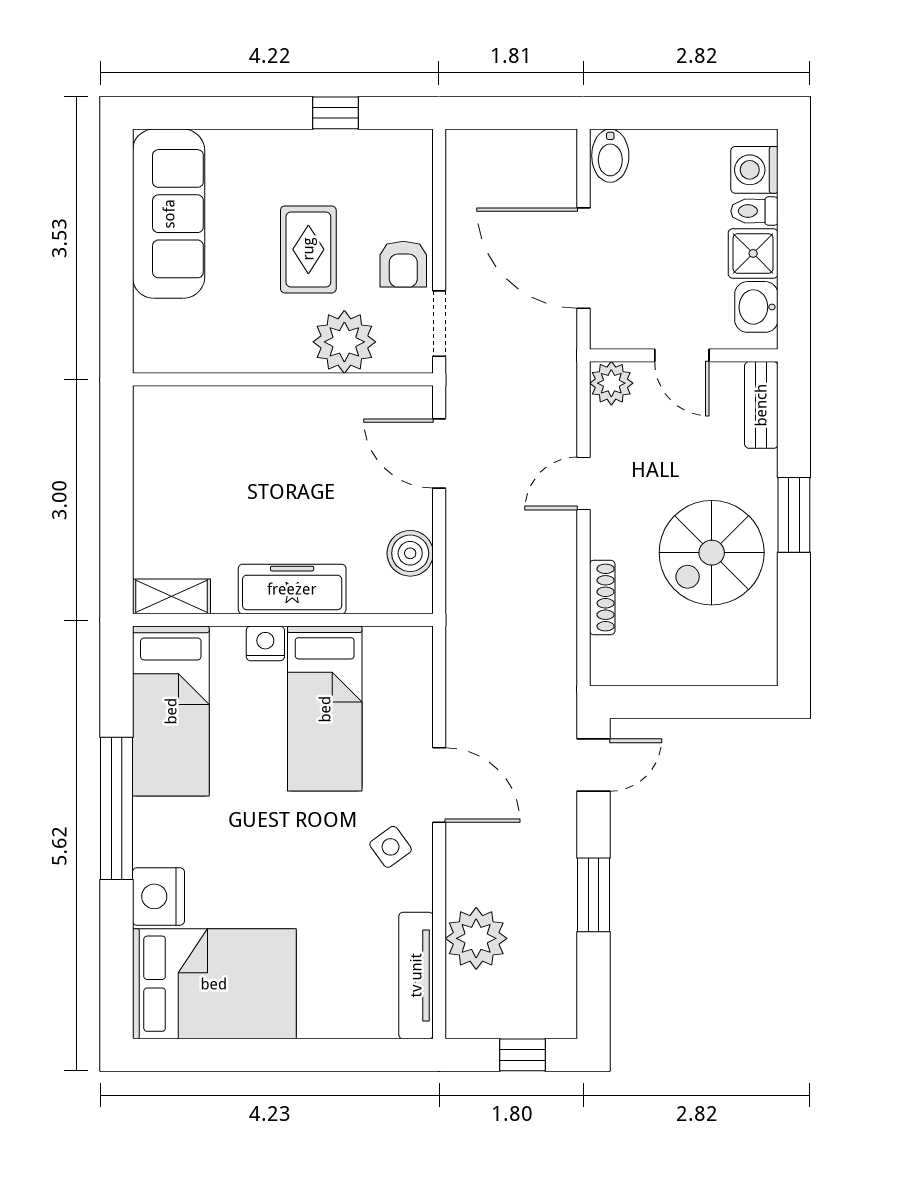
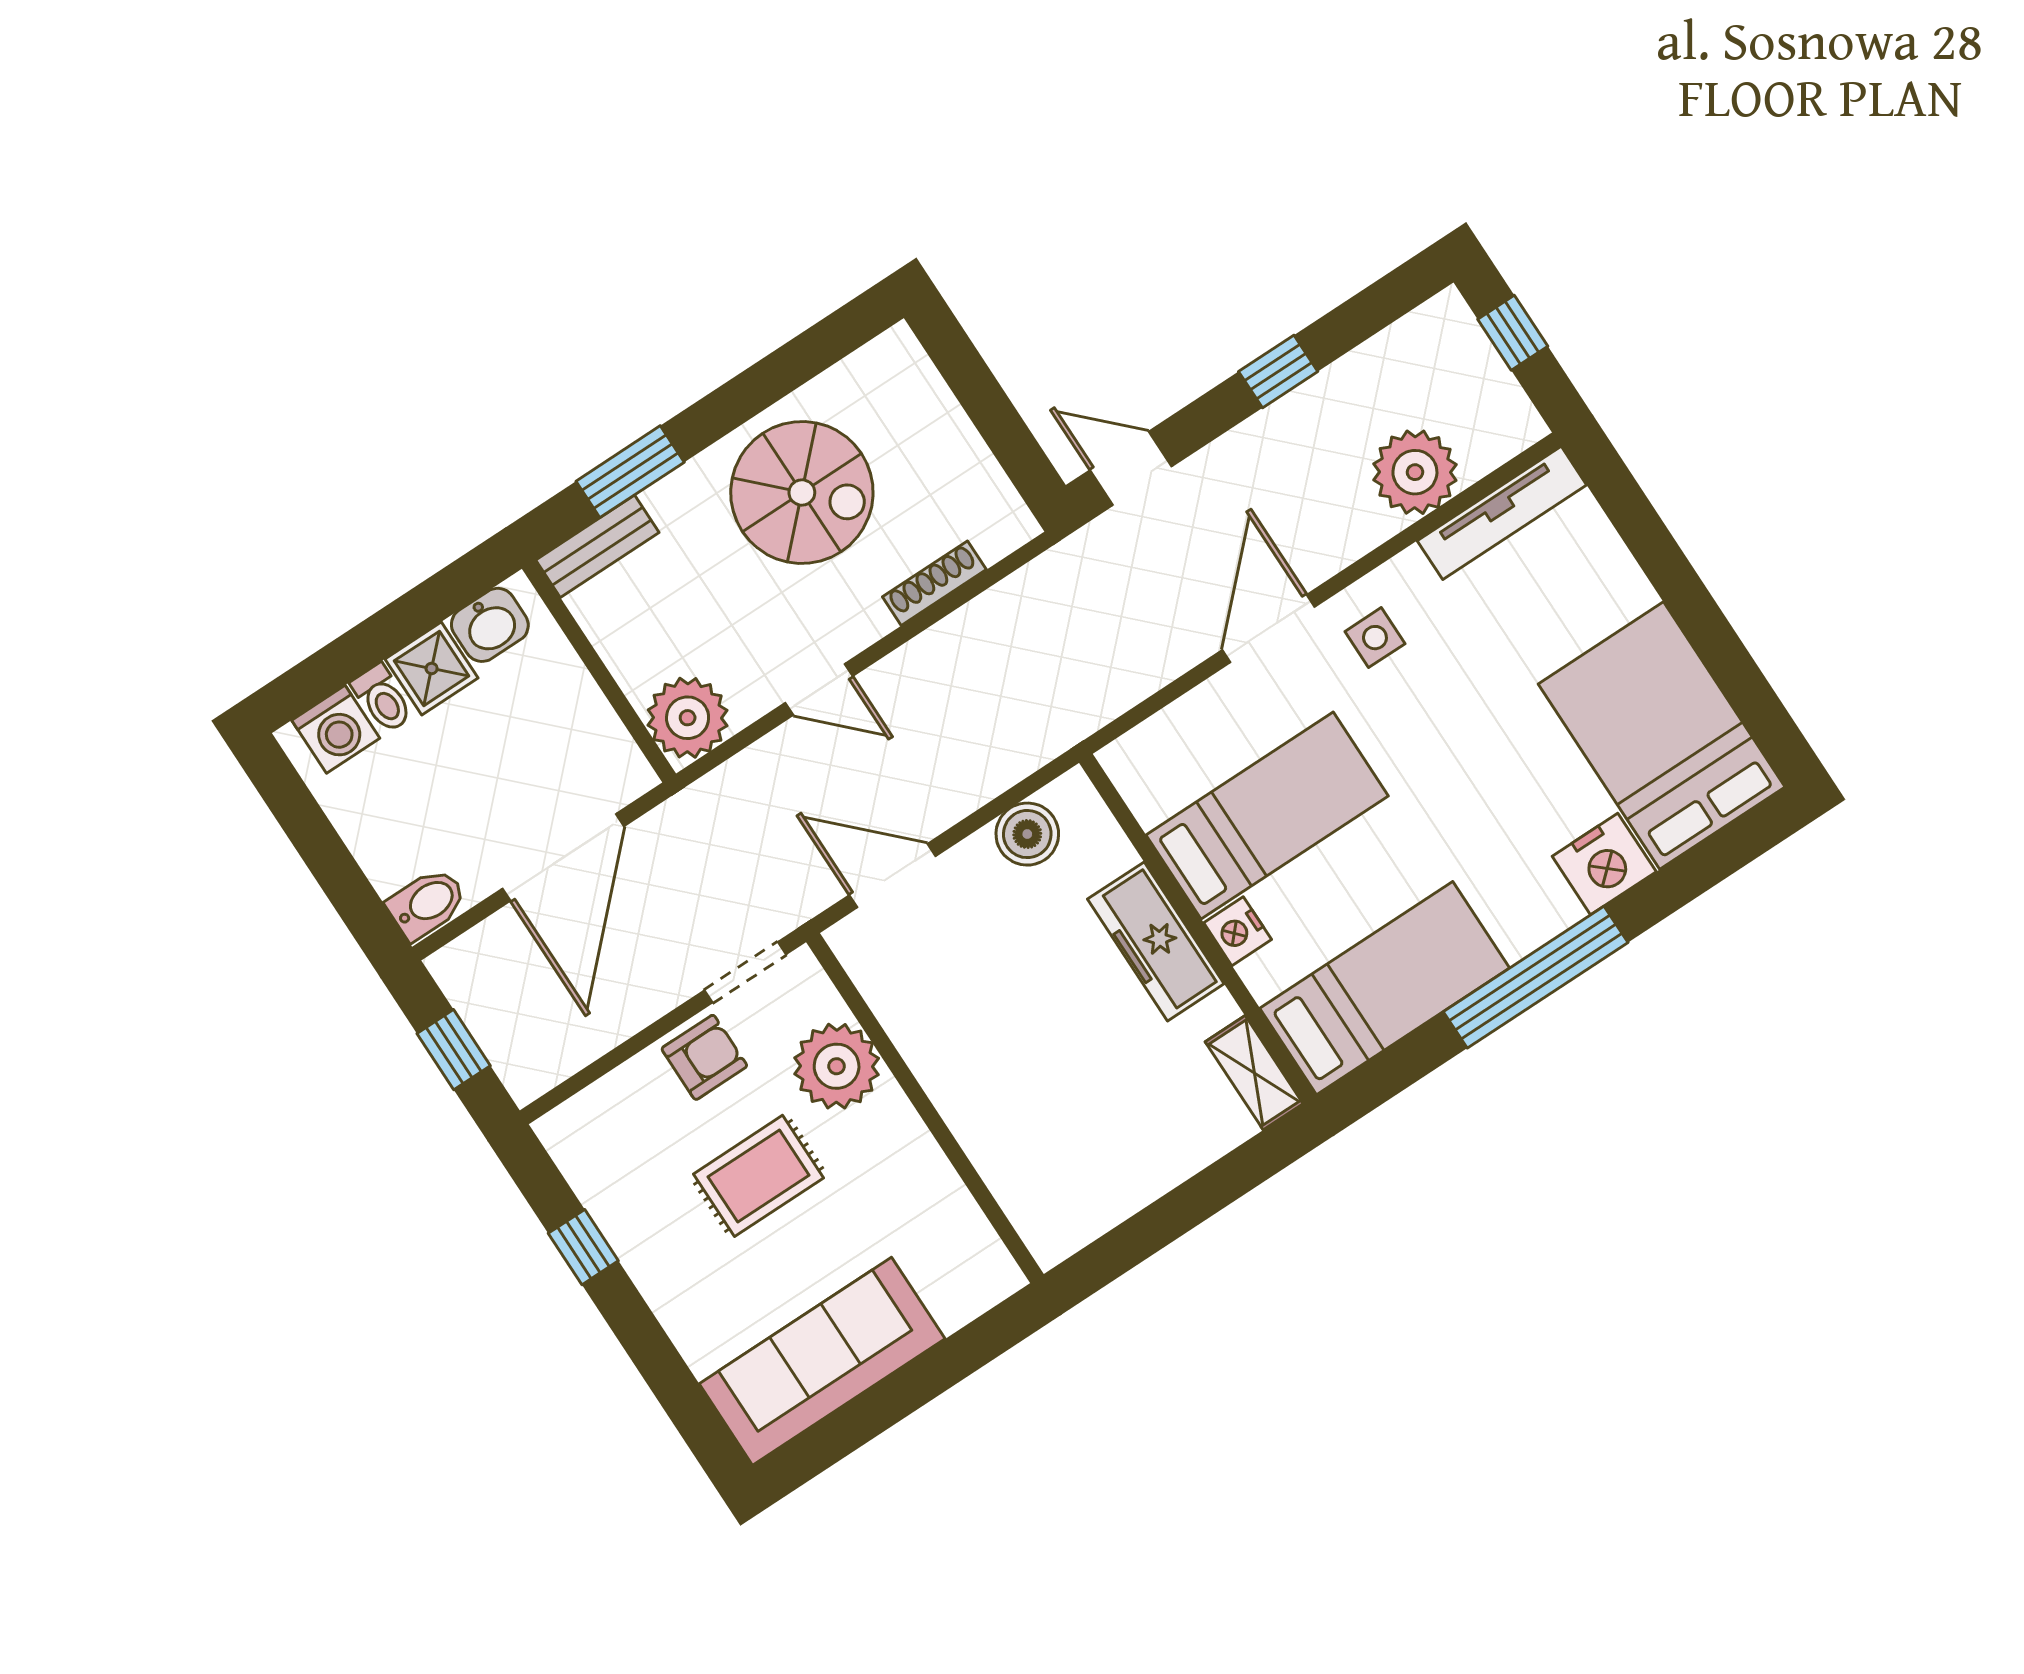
window: (509, 113) -> (454, 1050), added
door: (682, 355) -> (600, 673), removed
plant: (611, 383) -> (688, 718), width x1.36, depth x1.36
door: (439, 454) -> (892, 876), swing flipped
window: (794, 515) -> (630, 472), moved
side table: (391, 847) -> (1375, 638), turned 36
window: (594, 895) -> (1278, 371), width x0.67

